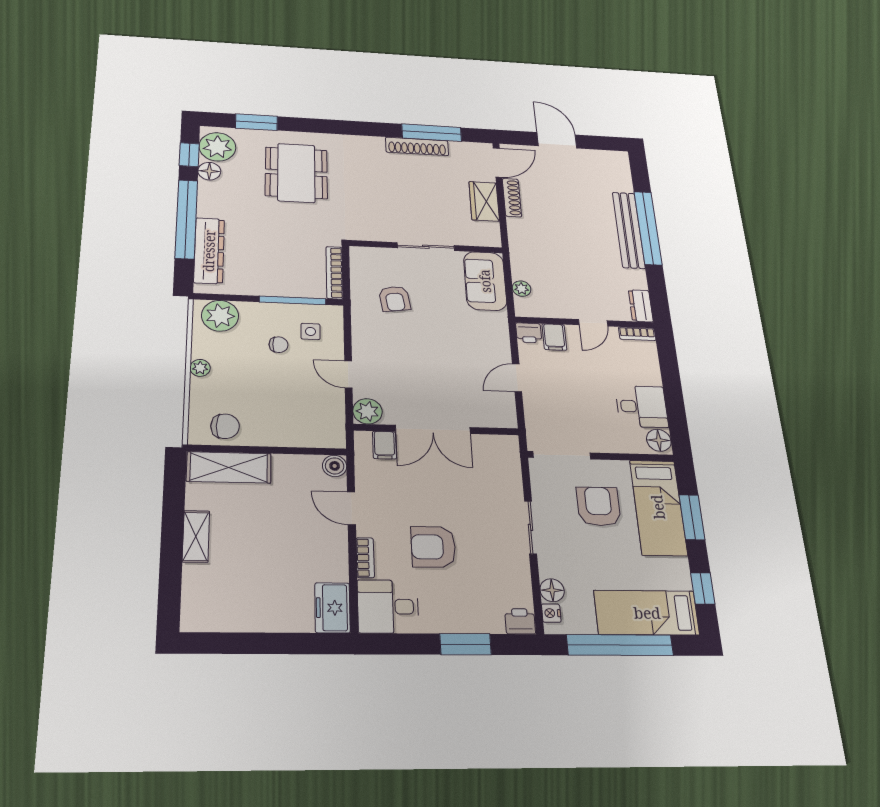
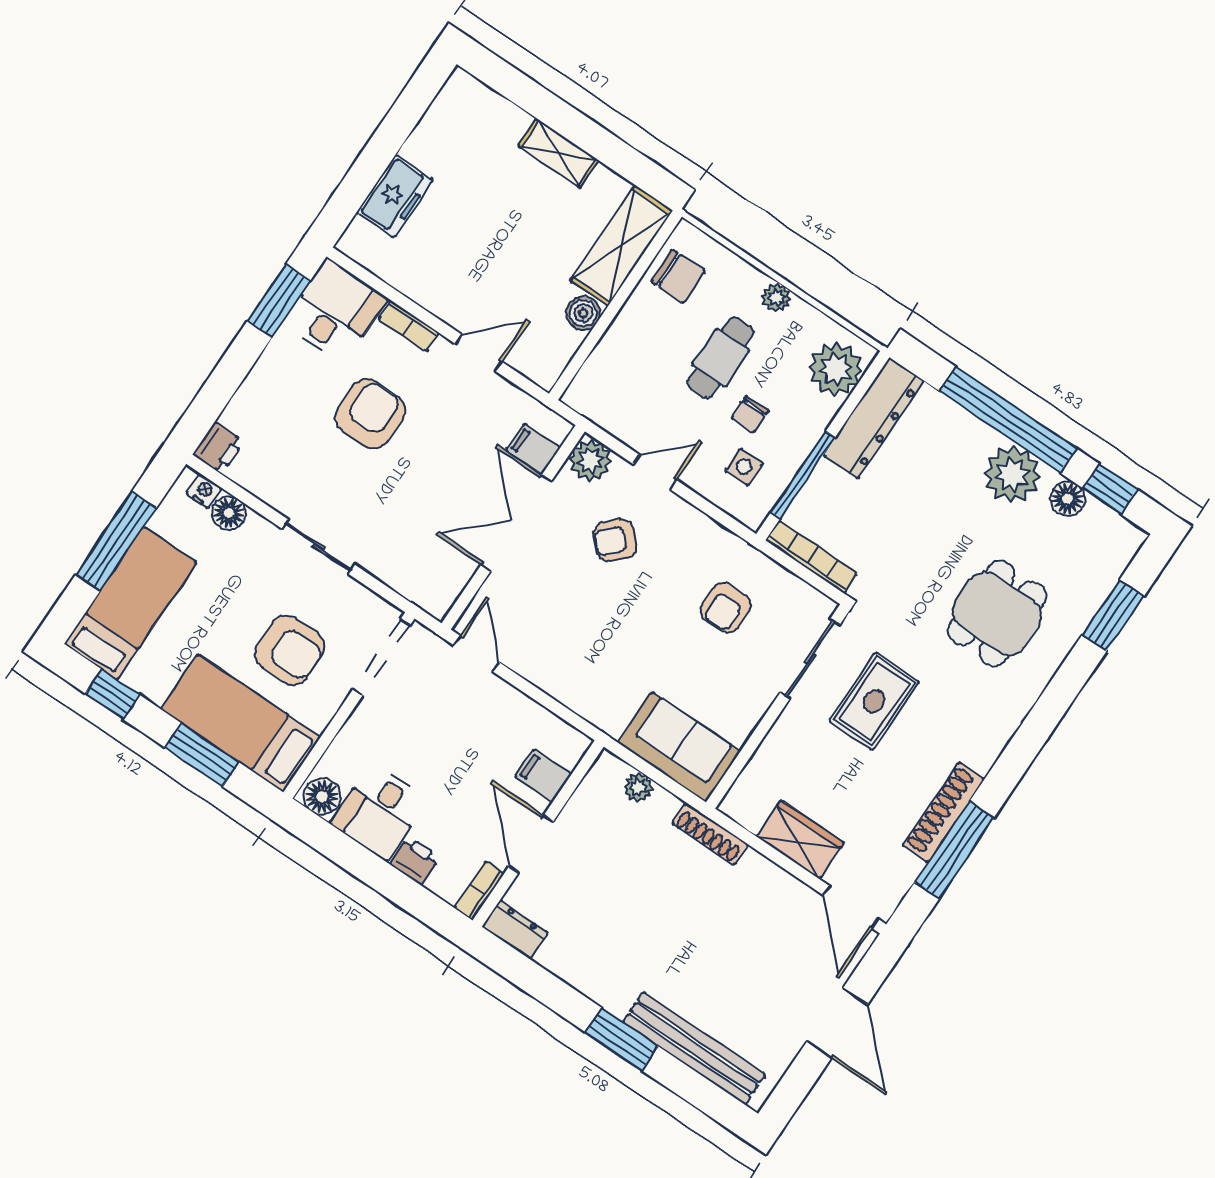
door: (557, 140) -> (837, 1023), hinge flipped
plant: (217, 147) -> (1012, 475), moved
dining table: (296, 173) -> (997, 613), width x0.73
shoe rack: (512, 198) -> (710, 834), moved
rug: (387, 204) -> (874, 701), added
window: (648, 228) -> (622, 1039), width x0.47
bench: (629, 230) -> (694, 1048), moved
sliding door: (426, 247) -> (810, 659), moved
dresser: (209, 251) -> (874, 418), moved, turned -90
armchair: (395, 299) -> (726, 608), turned -82
door: (593, 323) -> (531, 844), width x1.38
printer: (529, 333) -> (415, 860), moved, turned 90
armchair: (402, 373) -> (615, 540), added
cafe table: (257, 377) -> (721, 358), added
door: (517, 378) -> (477, 654), moved
chair: (225, 426) -> (678, 276), turned -90
boiler: (335, 466) -> (583, 313), moved
freezer: (332, 608) -> (395, 196), moved, turned 90
window: (465, 644) -> (279, 301), moved
window: (620, 645) -> (116, 541), width x0.68

